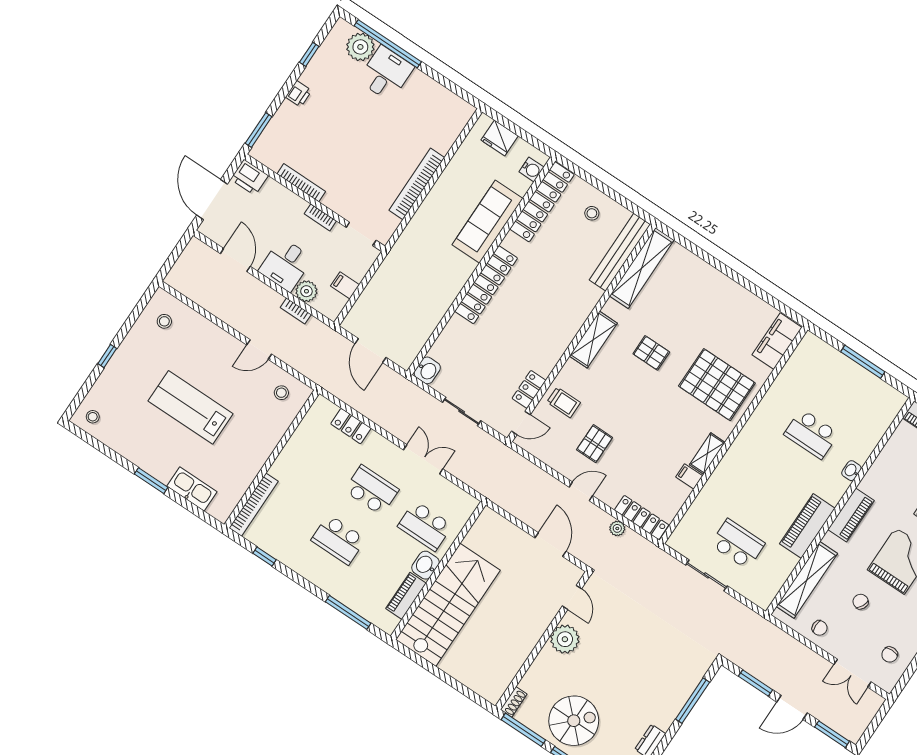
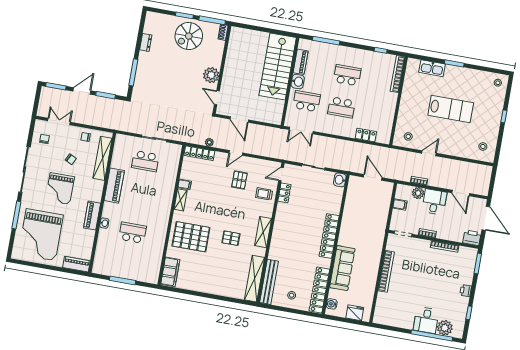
double door: (423, 459) -> (301, 130), moved
piano: (851, 515) -> (92, 216), moved

